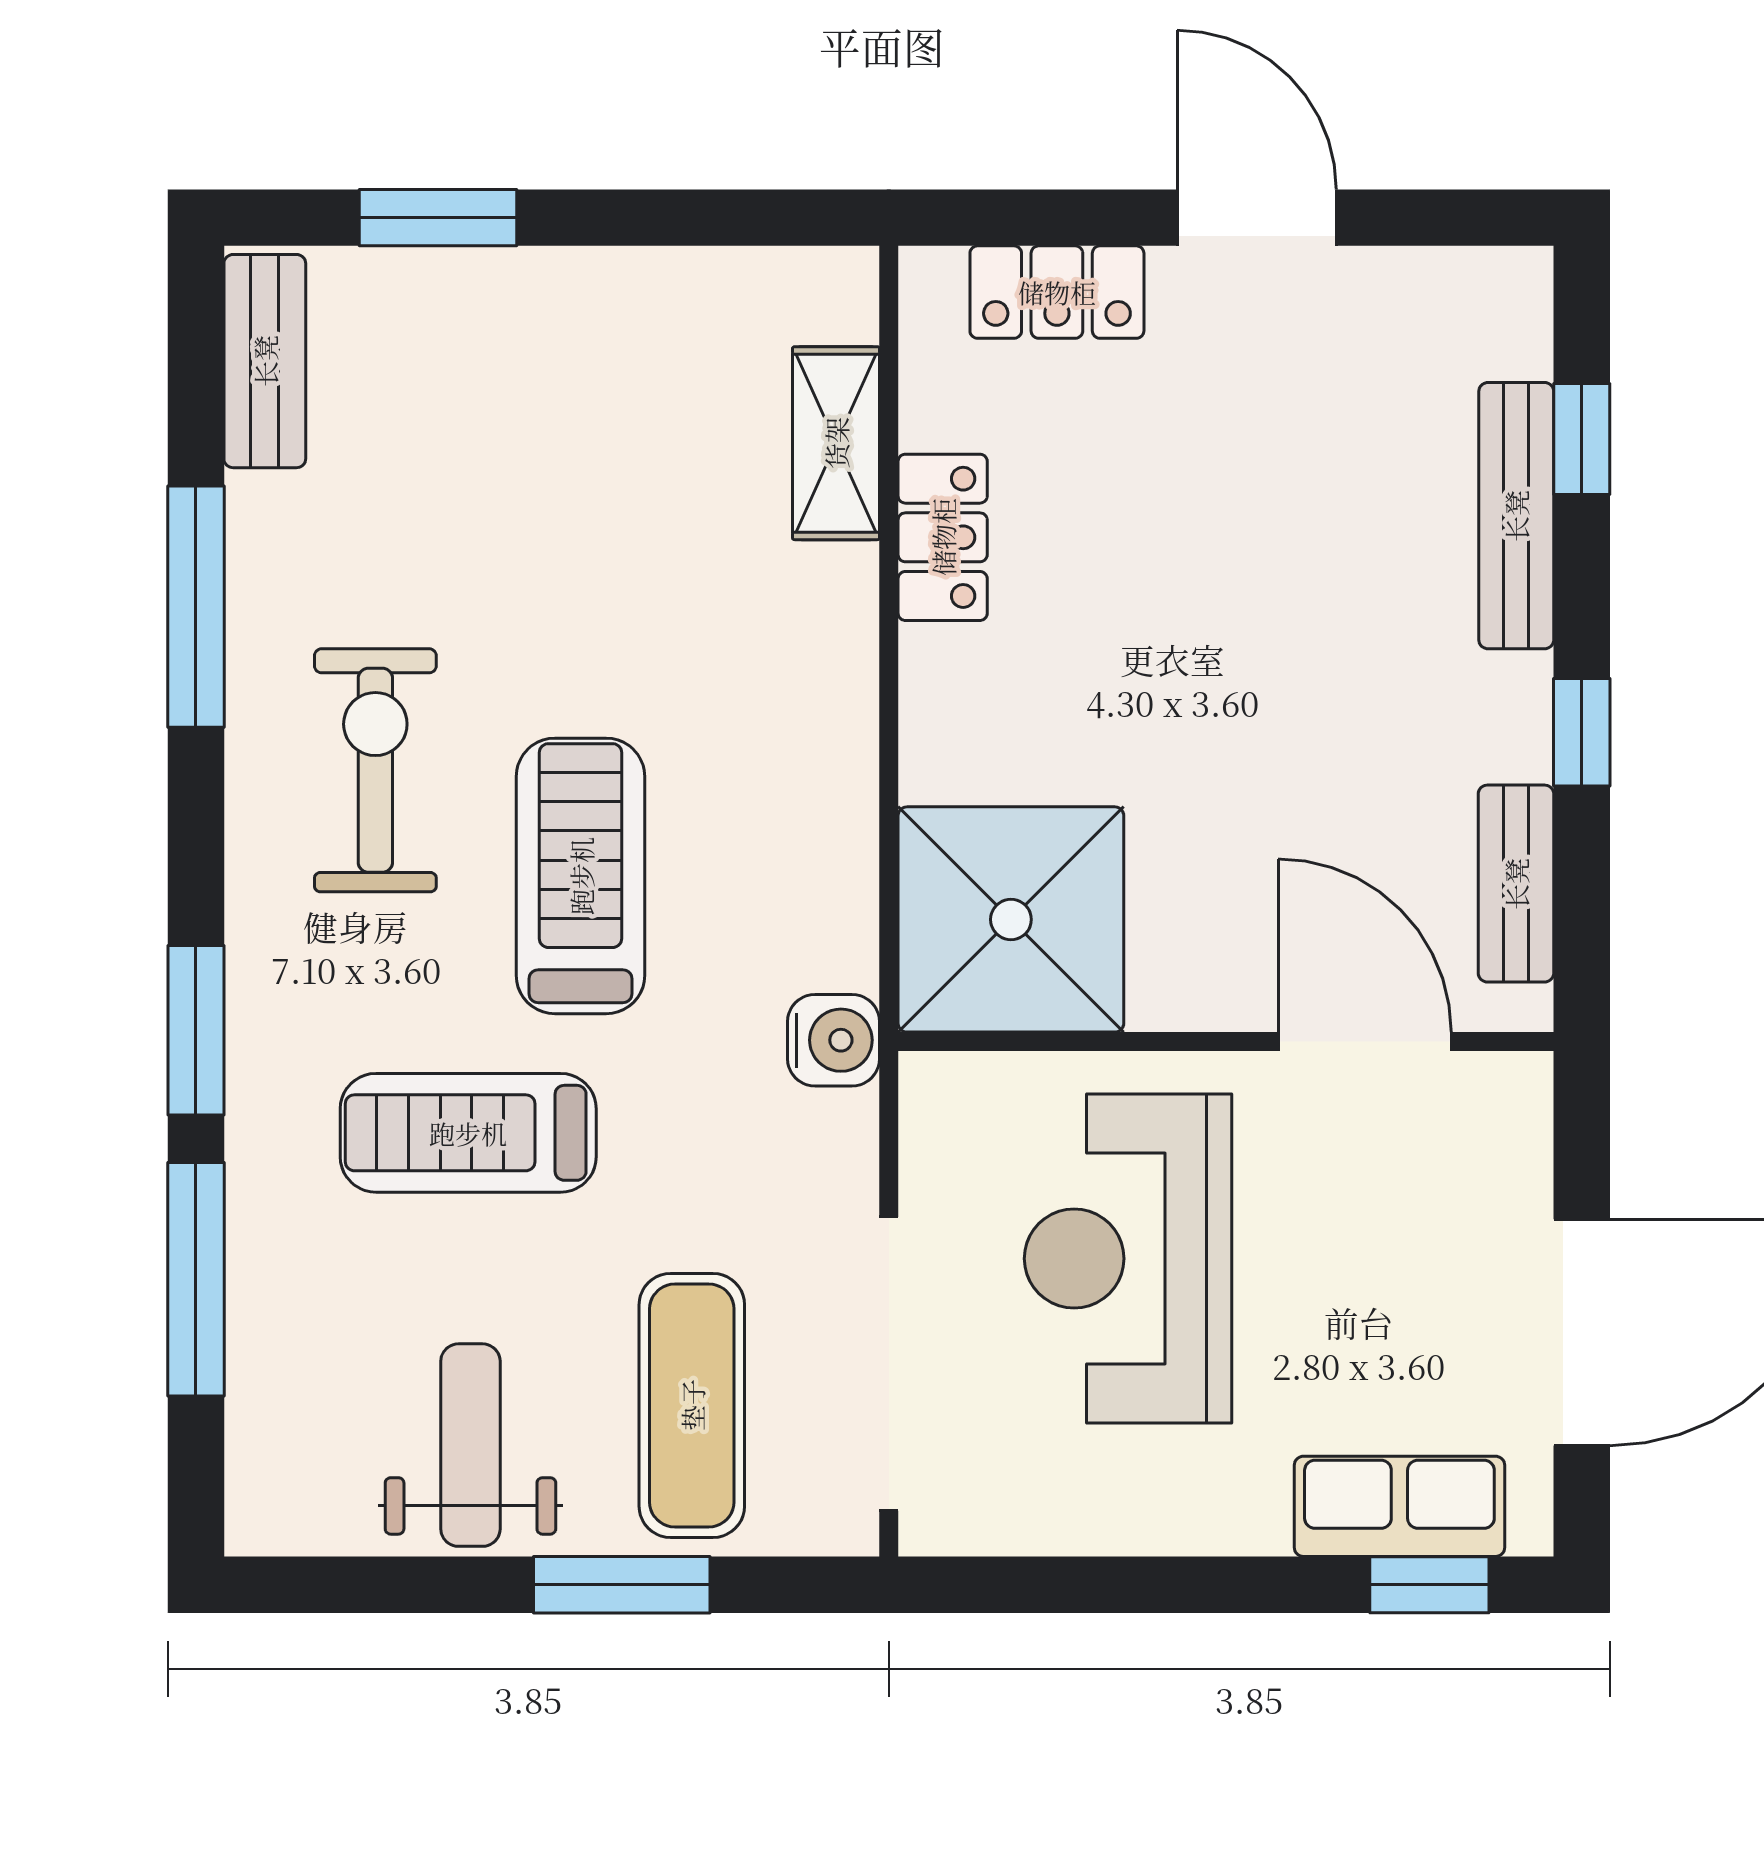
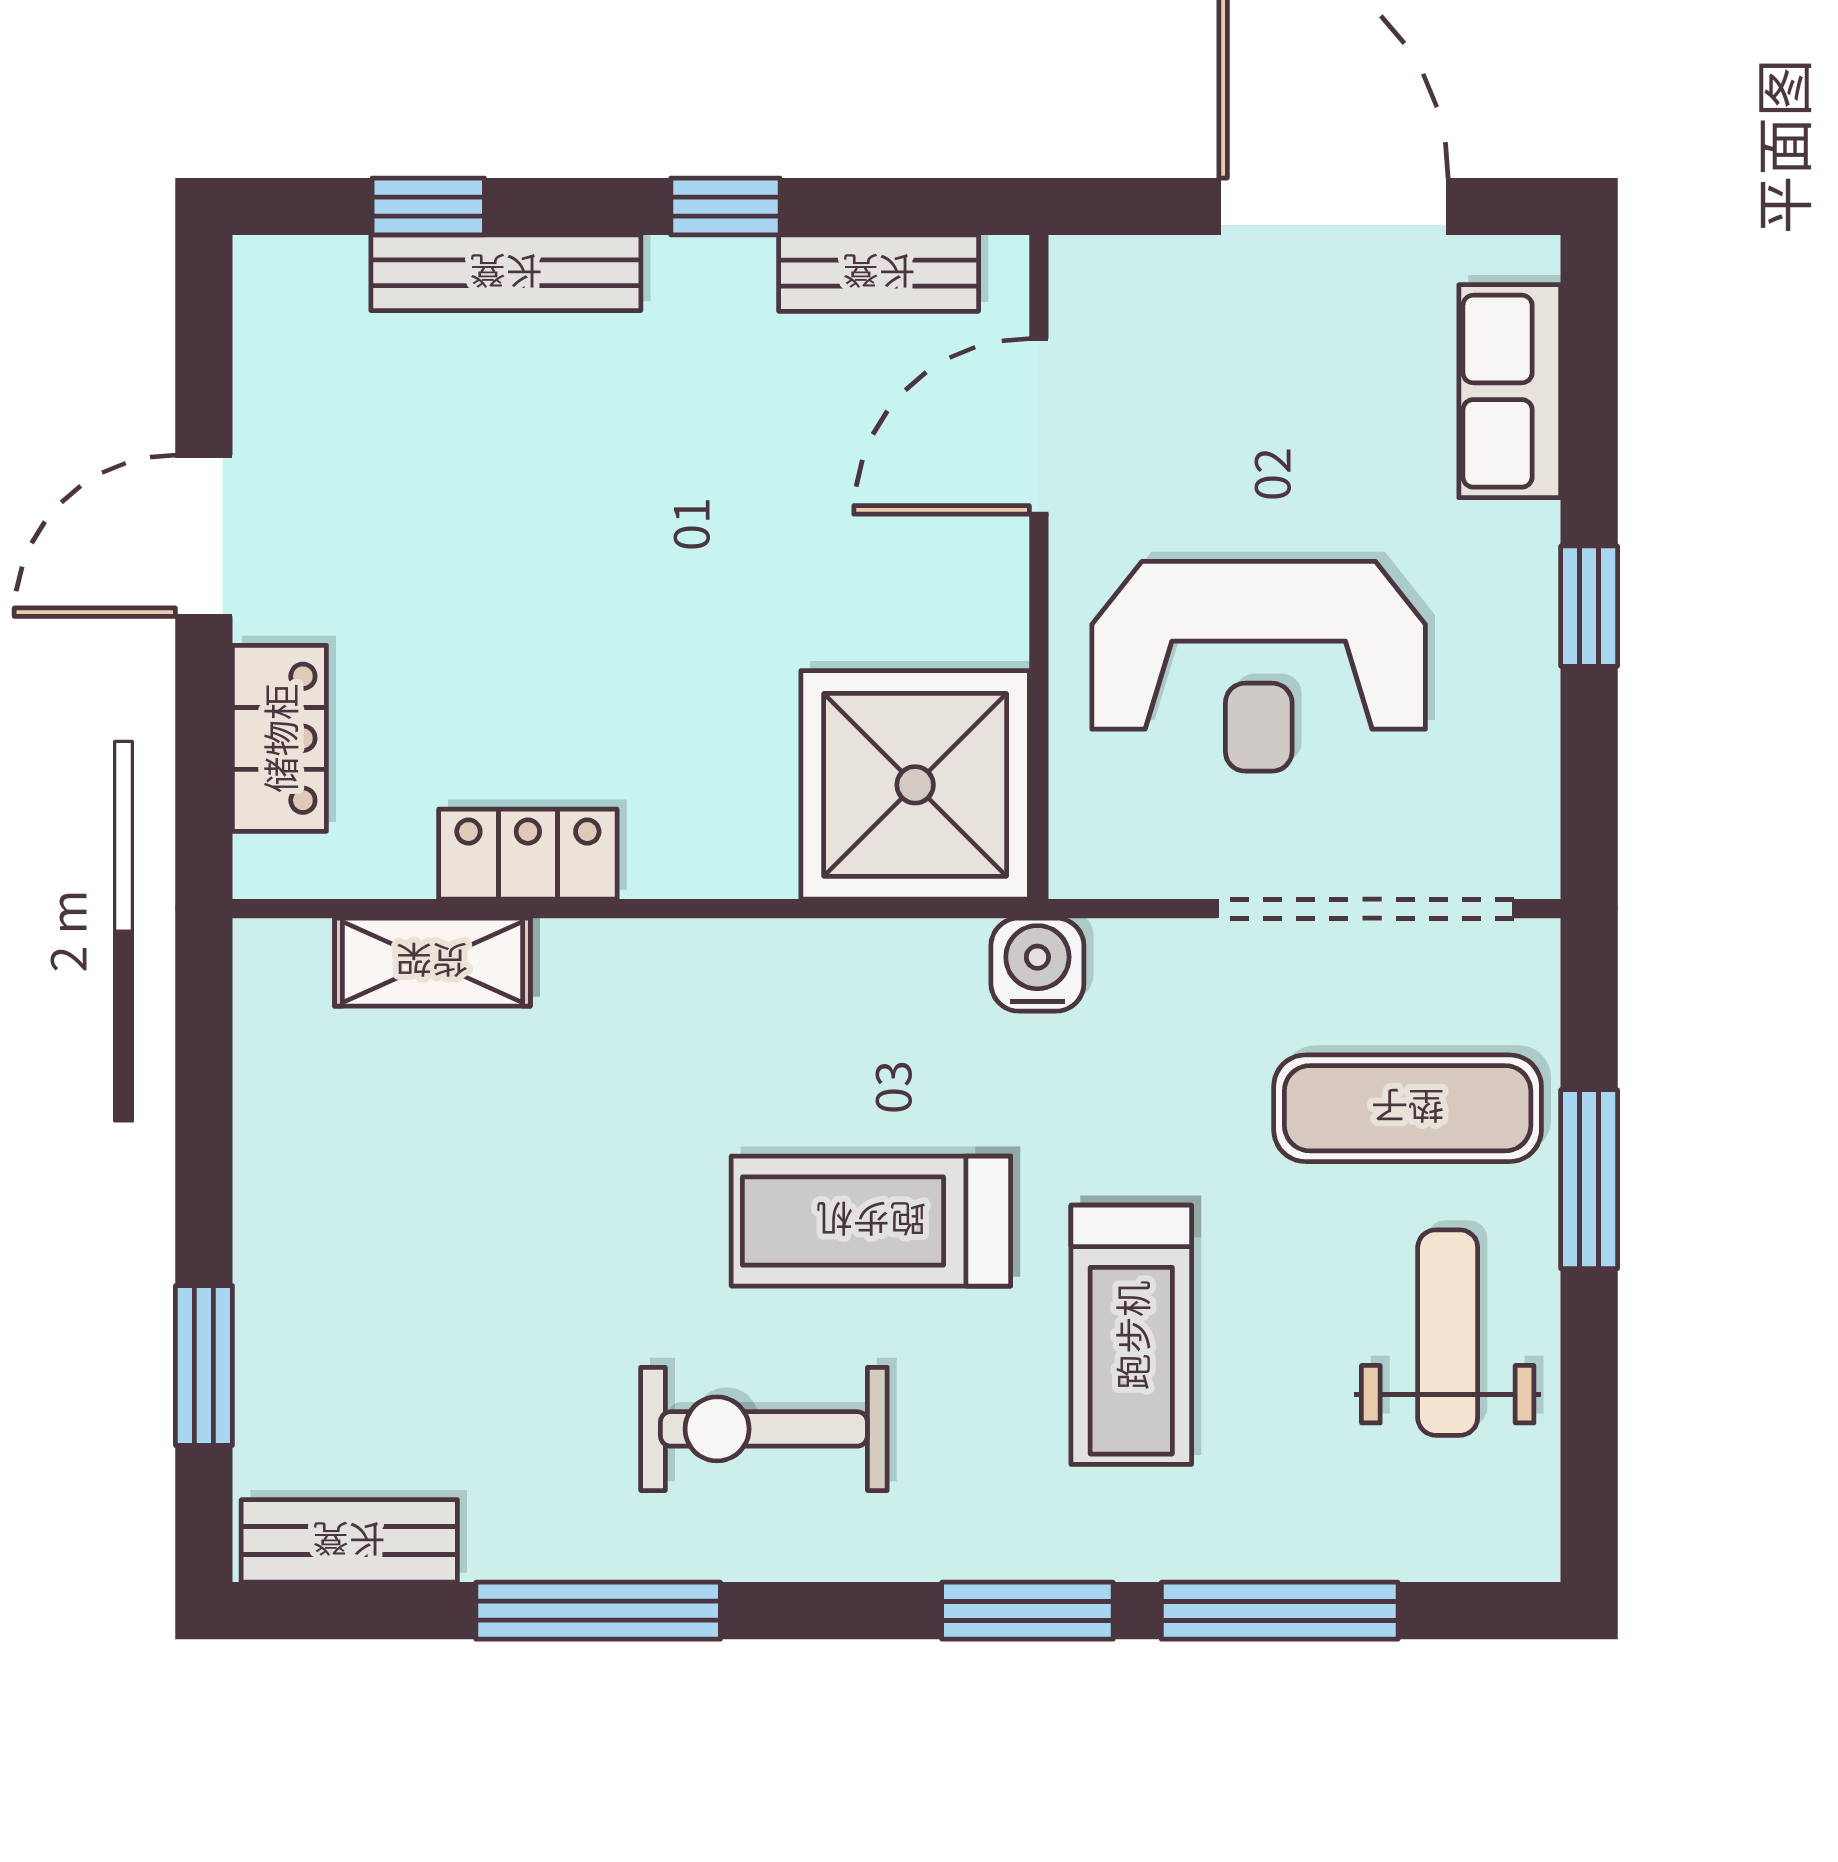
weight bench: (470, 1445) -> (1448, 1333), turned 90
window: (1429, 1585) -> (1589, 606), moved

